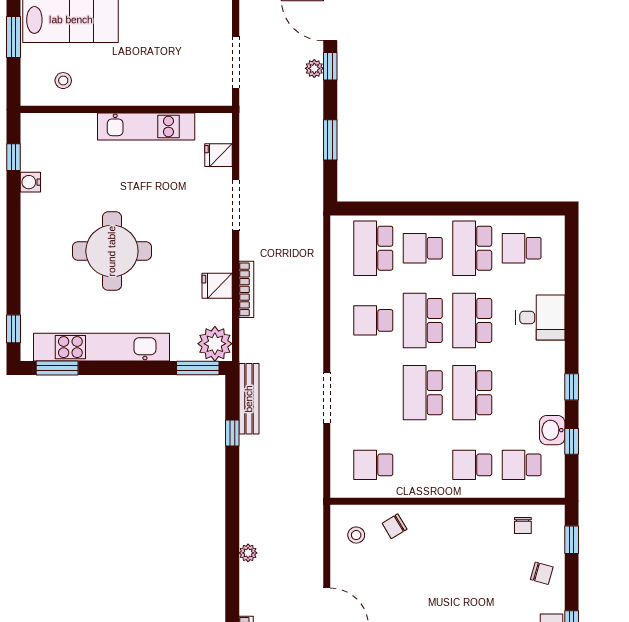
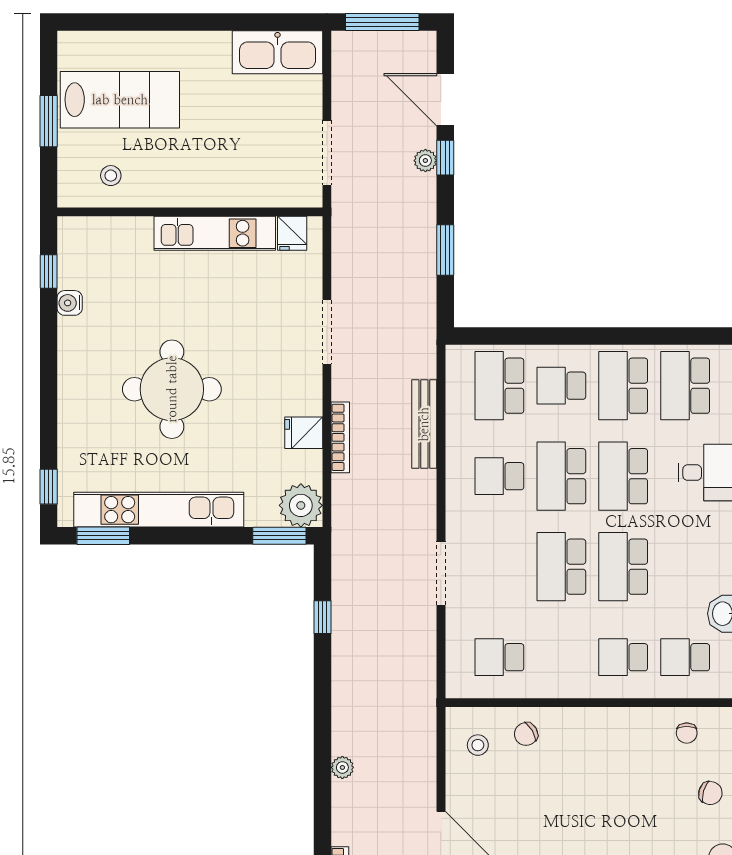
fridge: (219, 155) -> (292, 233), moved, turned -90
school desk: (522, 248) -> (685, 386), width x1.85
bench: (249, 399) -> (424, 424), moved

